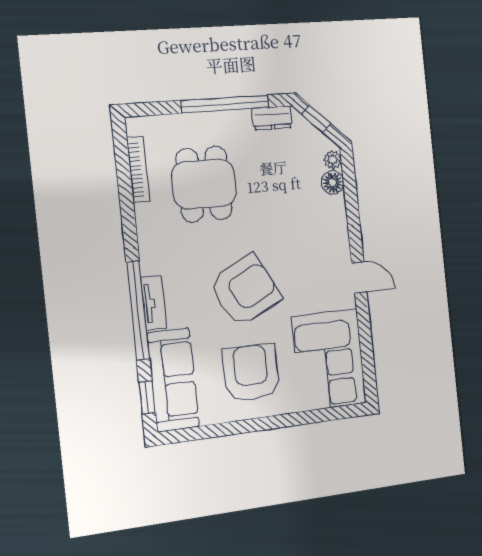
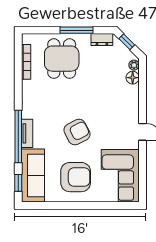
window: (225, 104) -> (77, 30), width x0.68
dining table: (204, 184) -> (62, 59), moved
armchair: (245, 290) -> (77, 132), width x0.73, depth x0.73
armchair: (251, 373) -> (76, 177), turned 90

